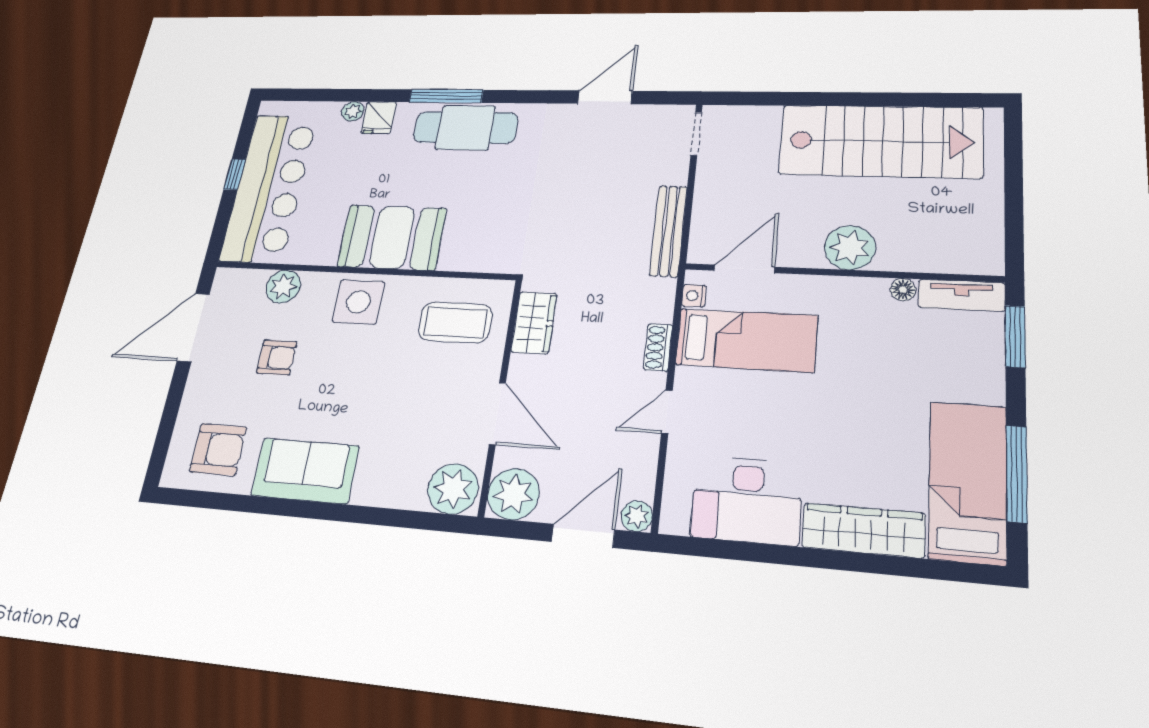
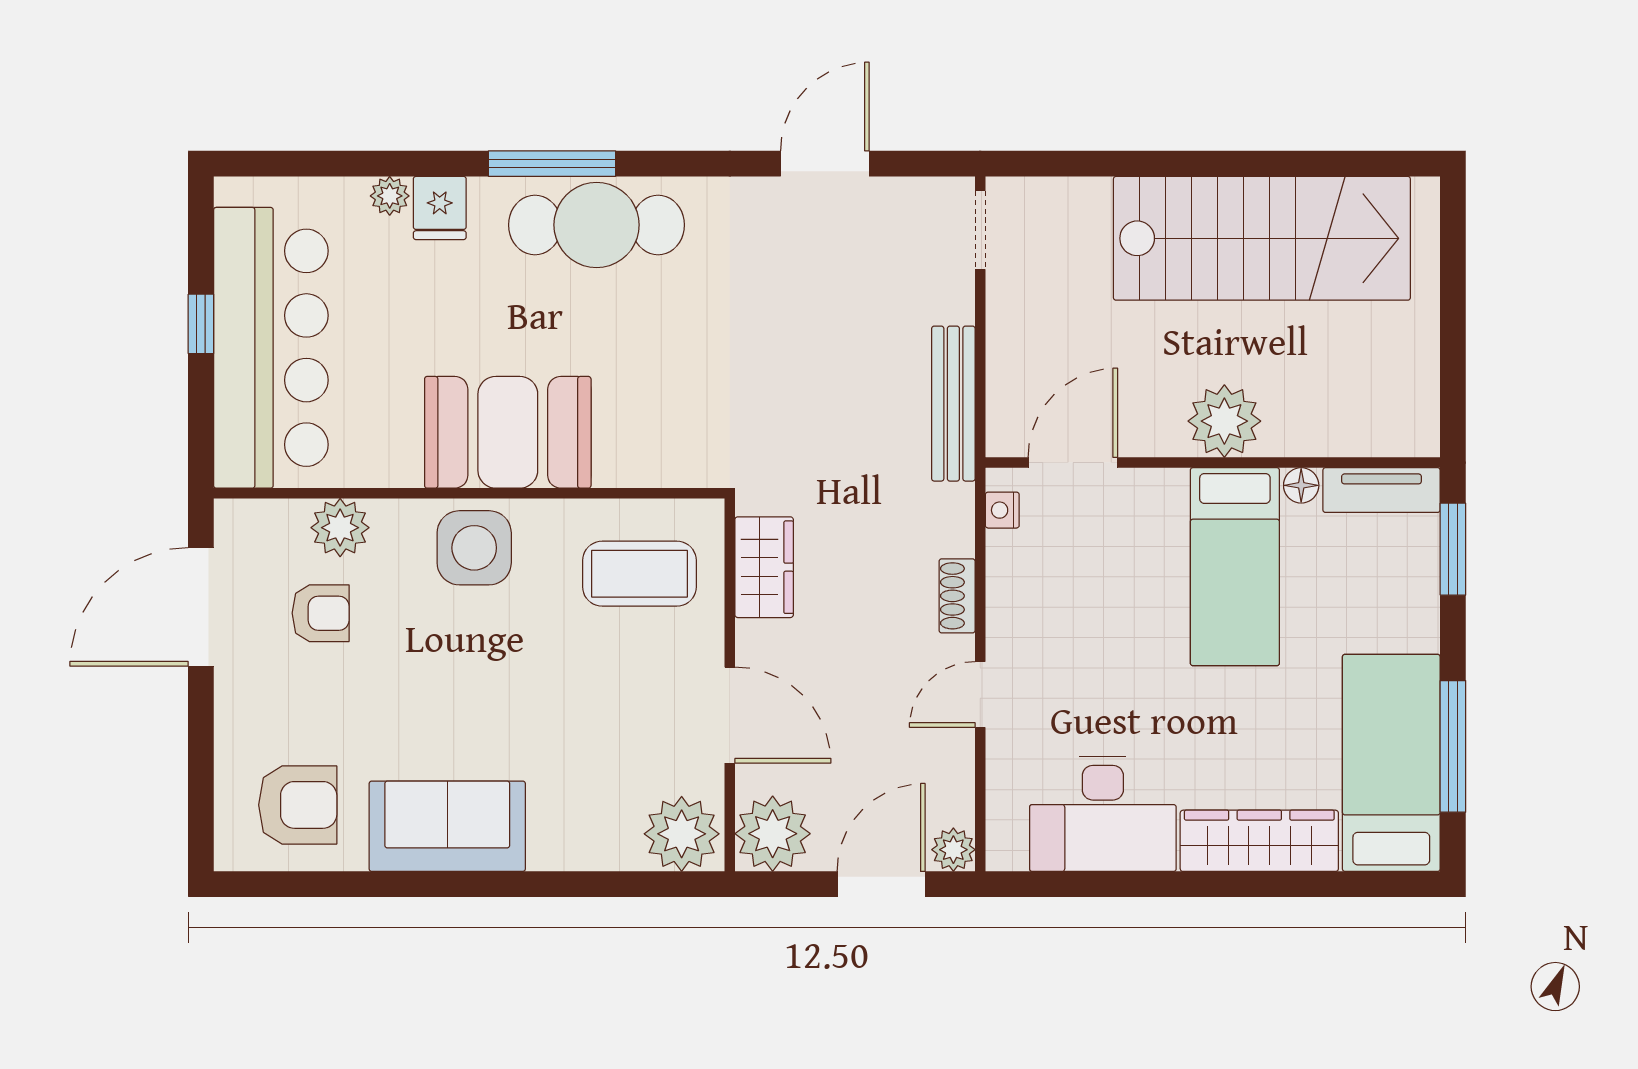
bed: (746, 340) -> (1235, 567), moved, turned 90
armchair: (277, 357) -> (321, 613), moved

